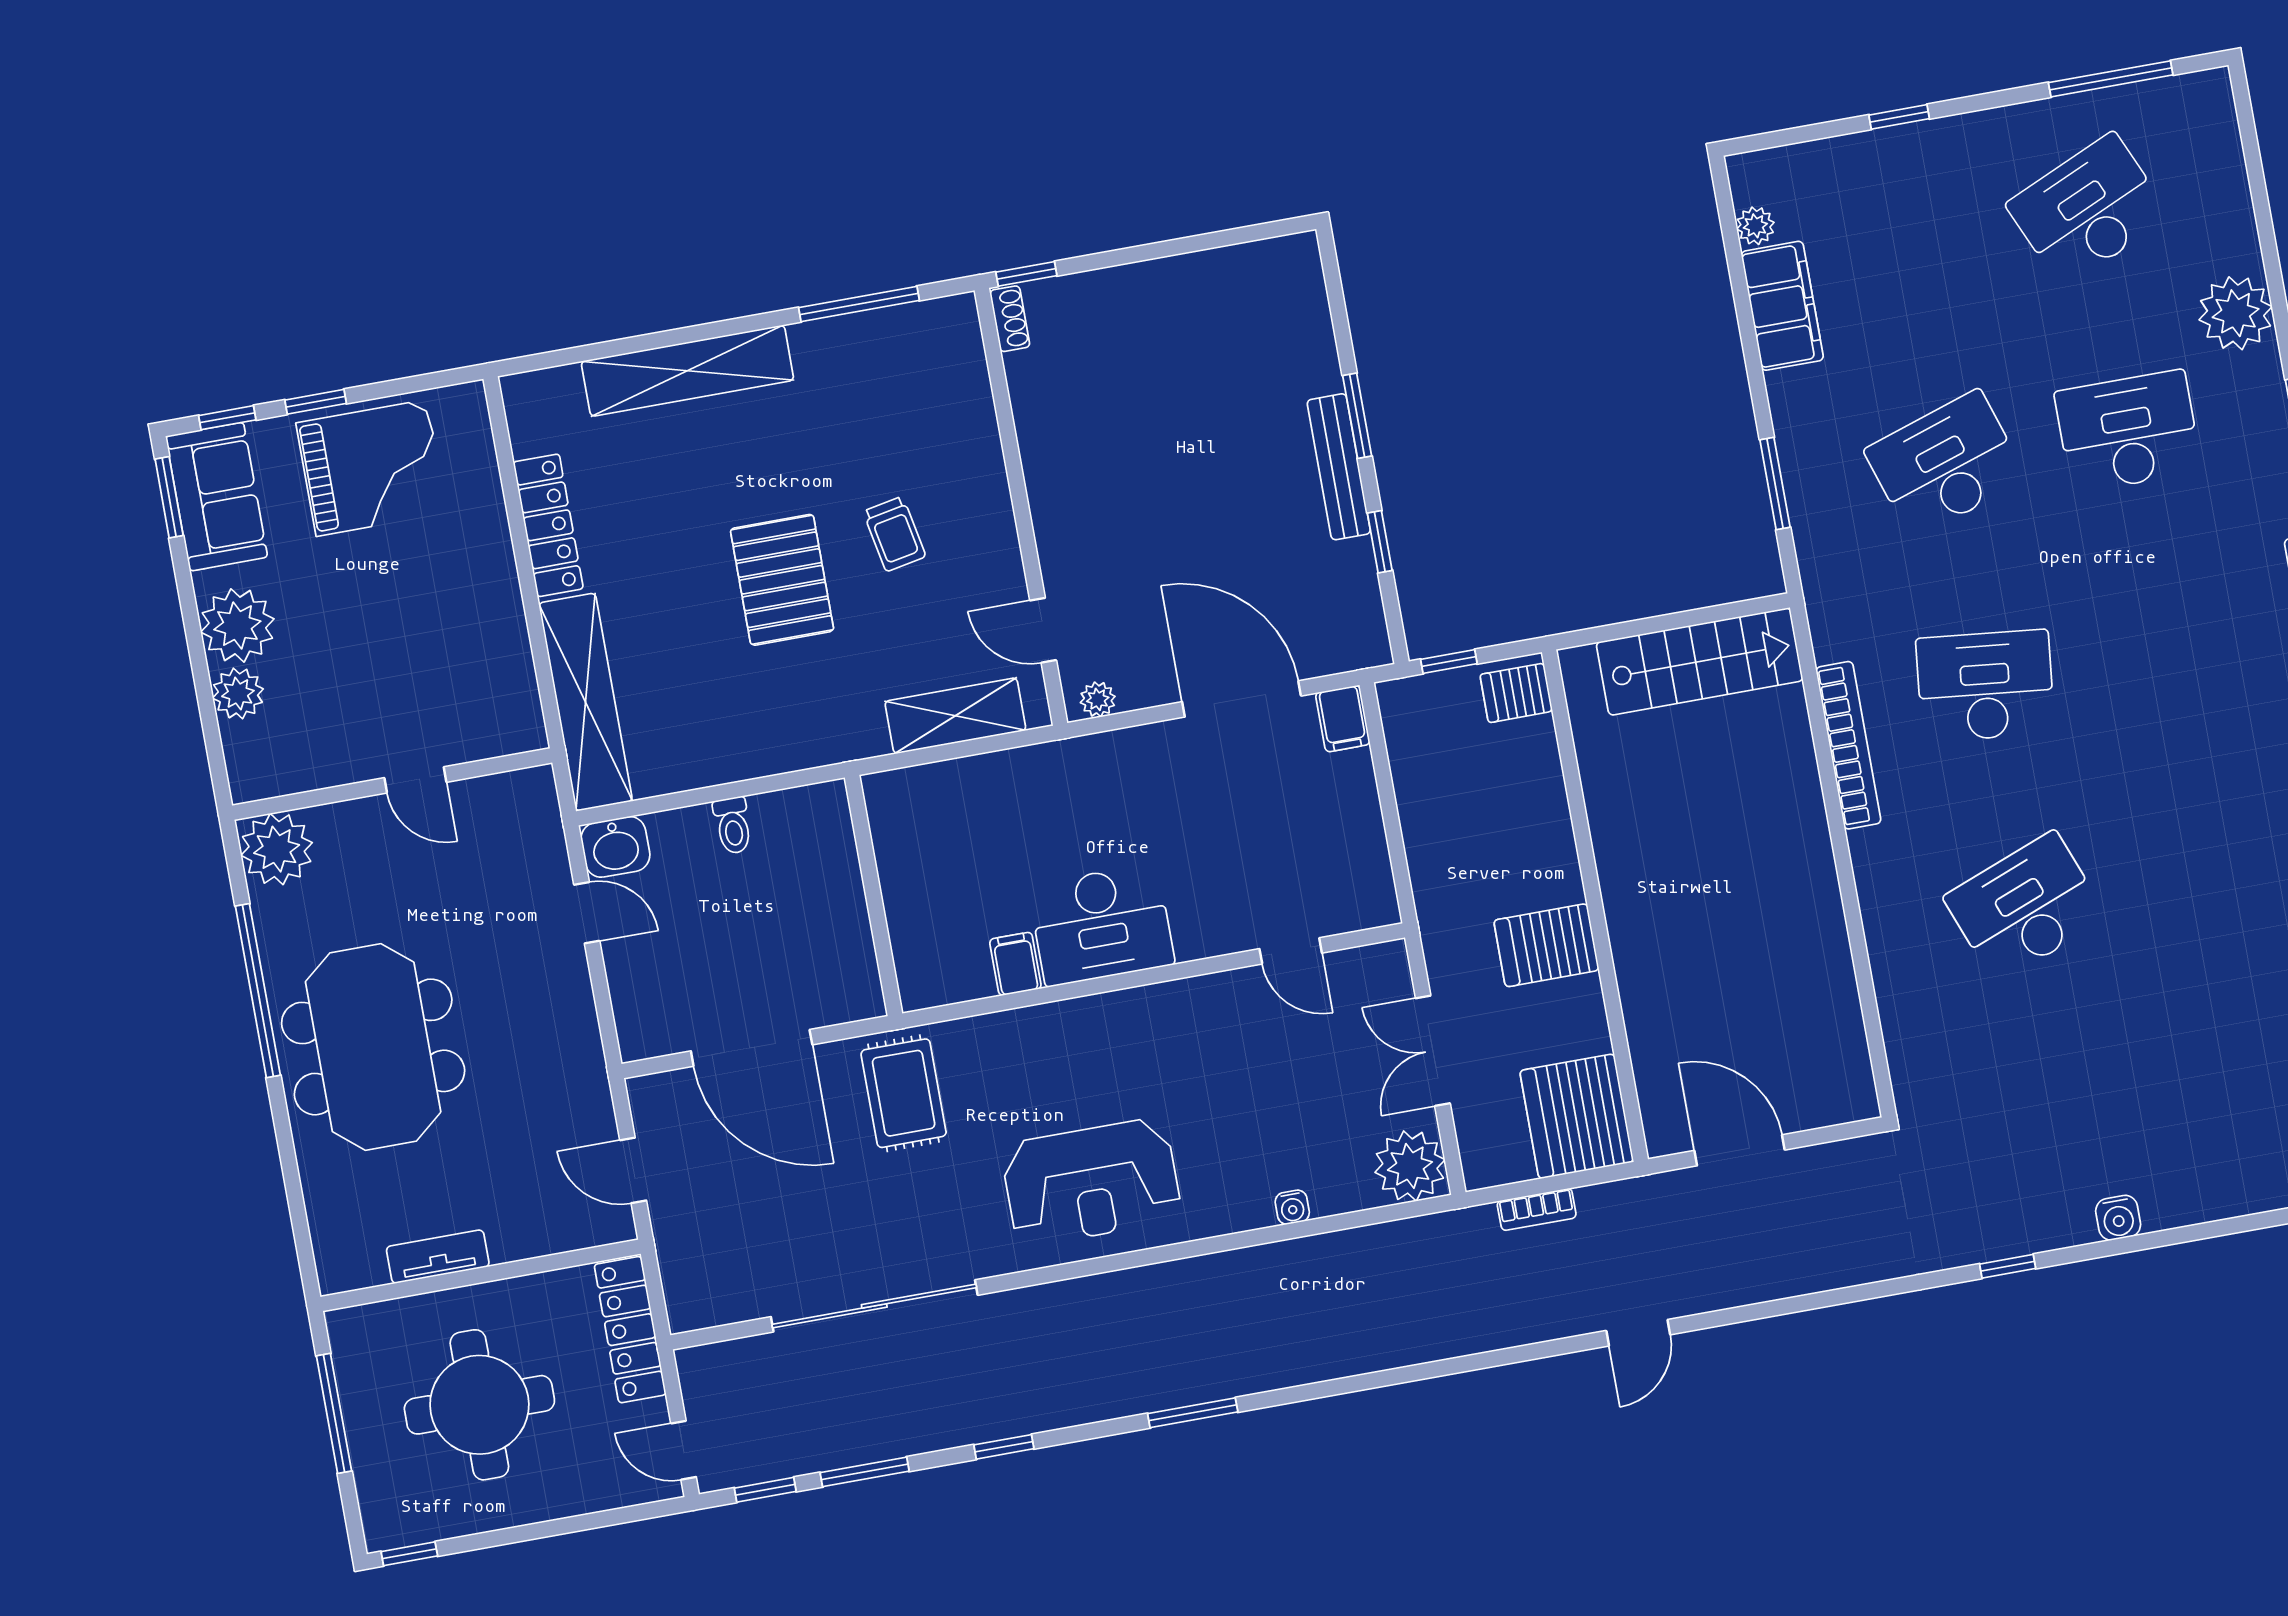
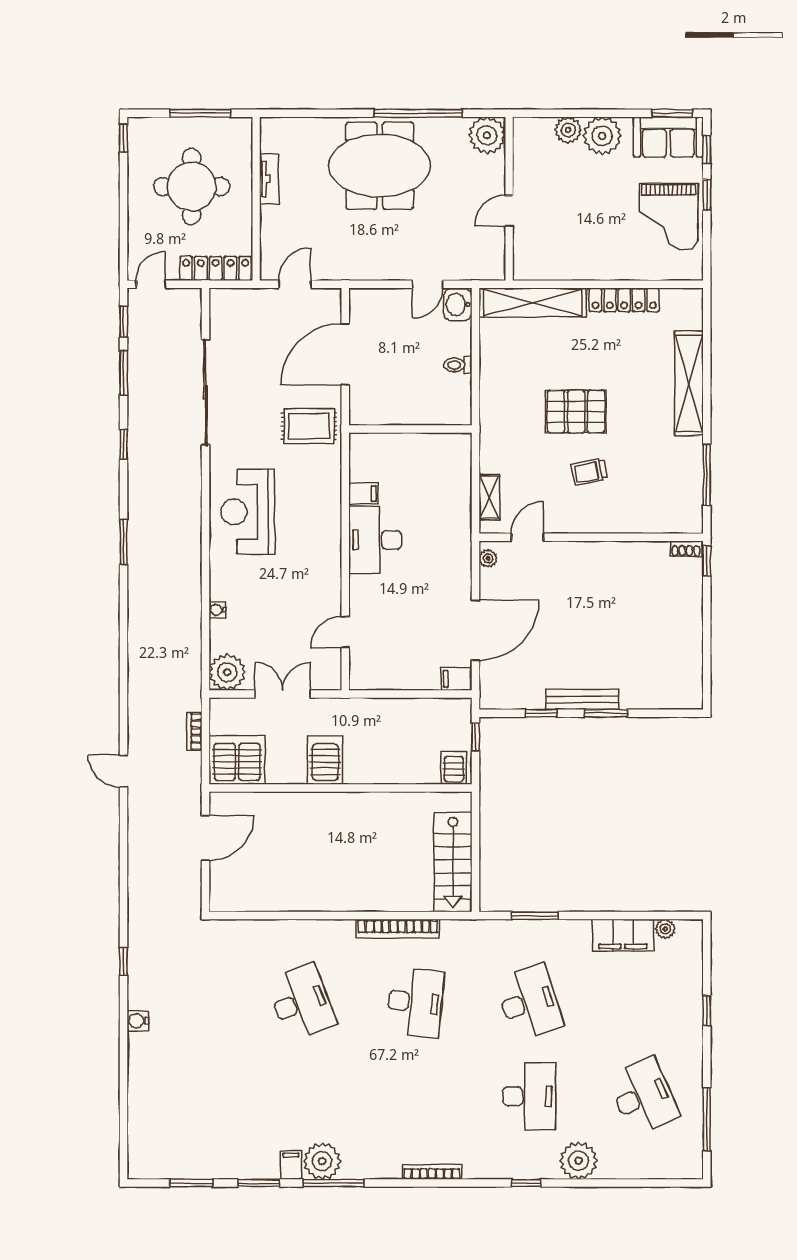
shelving: (955, 716) -> (489, 497), width x0.67, depth x0.75

